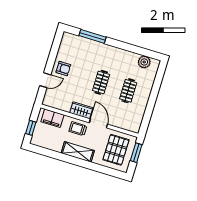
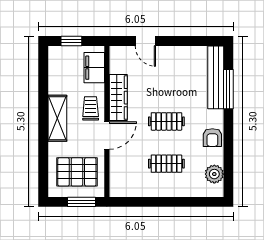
bench: (82, 42) -> (216, 77), added
armchair: (63, 69) -> (212, 138), moved
wardrobe: (81, 110) -> (118, 98), width x1.50

